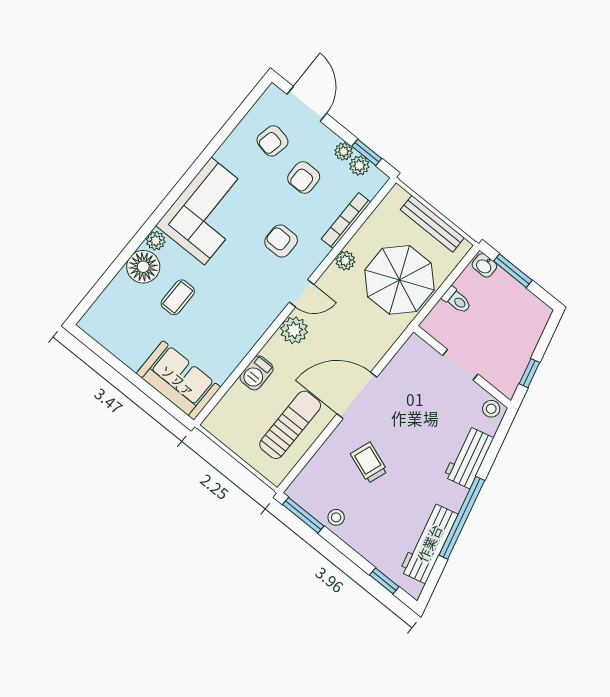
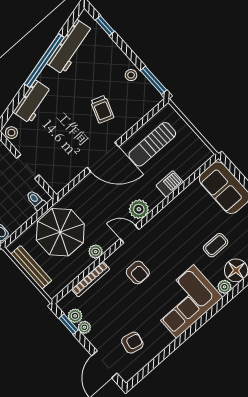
armchair: (304, 177) -> (115, 314), removed
toilet: (457, 300) -> (36, 200), moved

